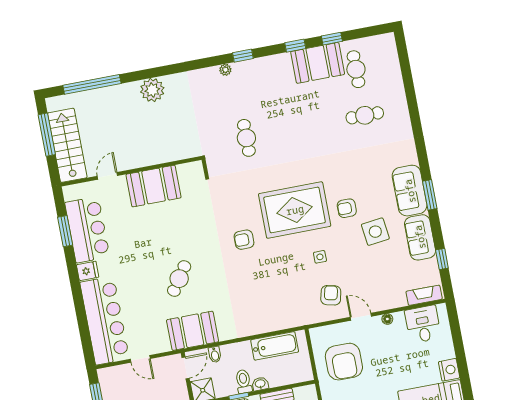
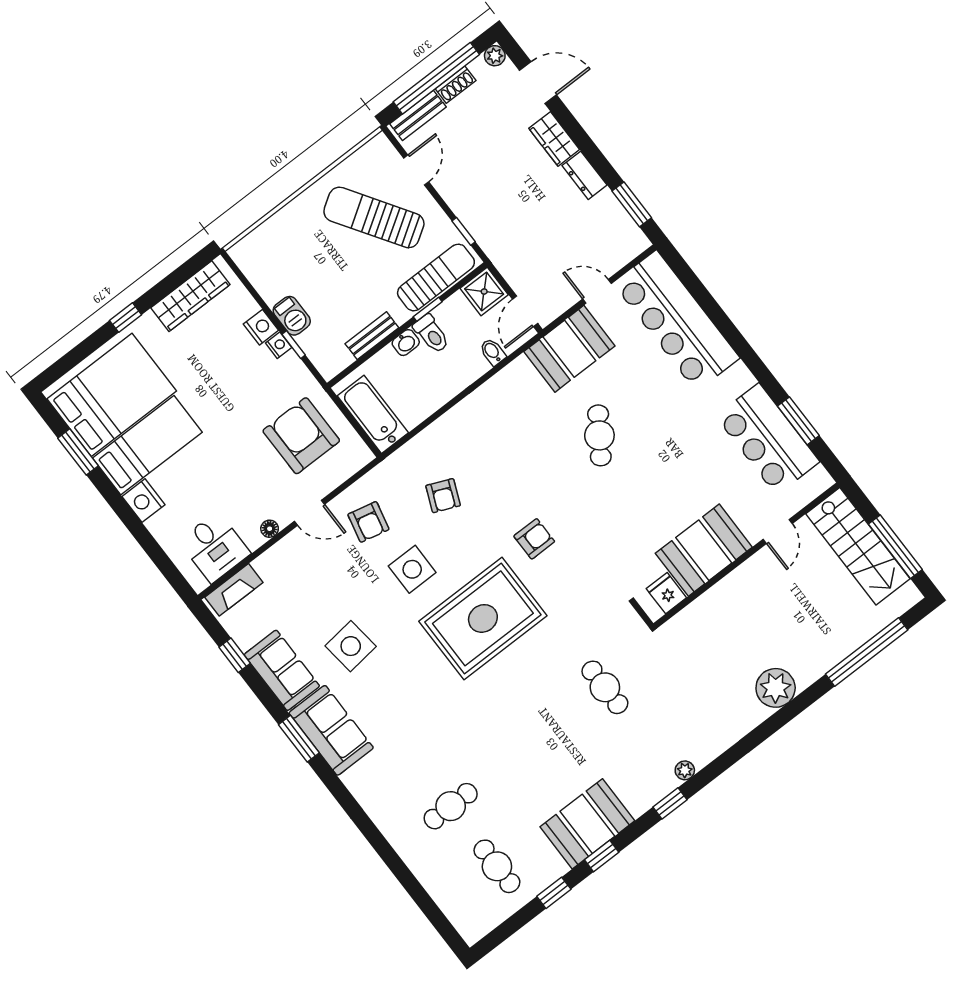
booth: (318, 63) -> (587, 824), moved
armchair: (347, 208) -> (443, 496), moved, turned 113
side table: (320, 257) -> (412, 569), width x1.87, depth x1.87
fridge: (88, 271) -> (666, 593), moved, turned 90
booth: (193, 331) -> (569, 349), moved
bathtub: (275, 346) -> (373, 414), moved, turned 90

